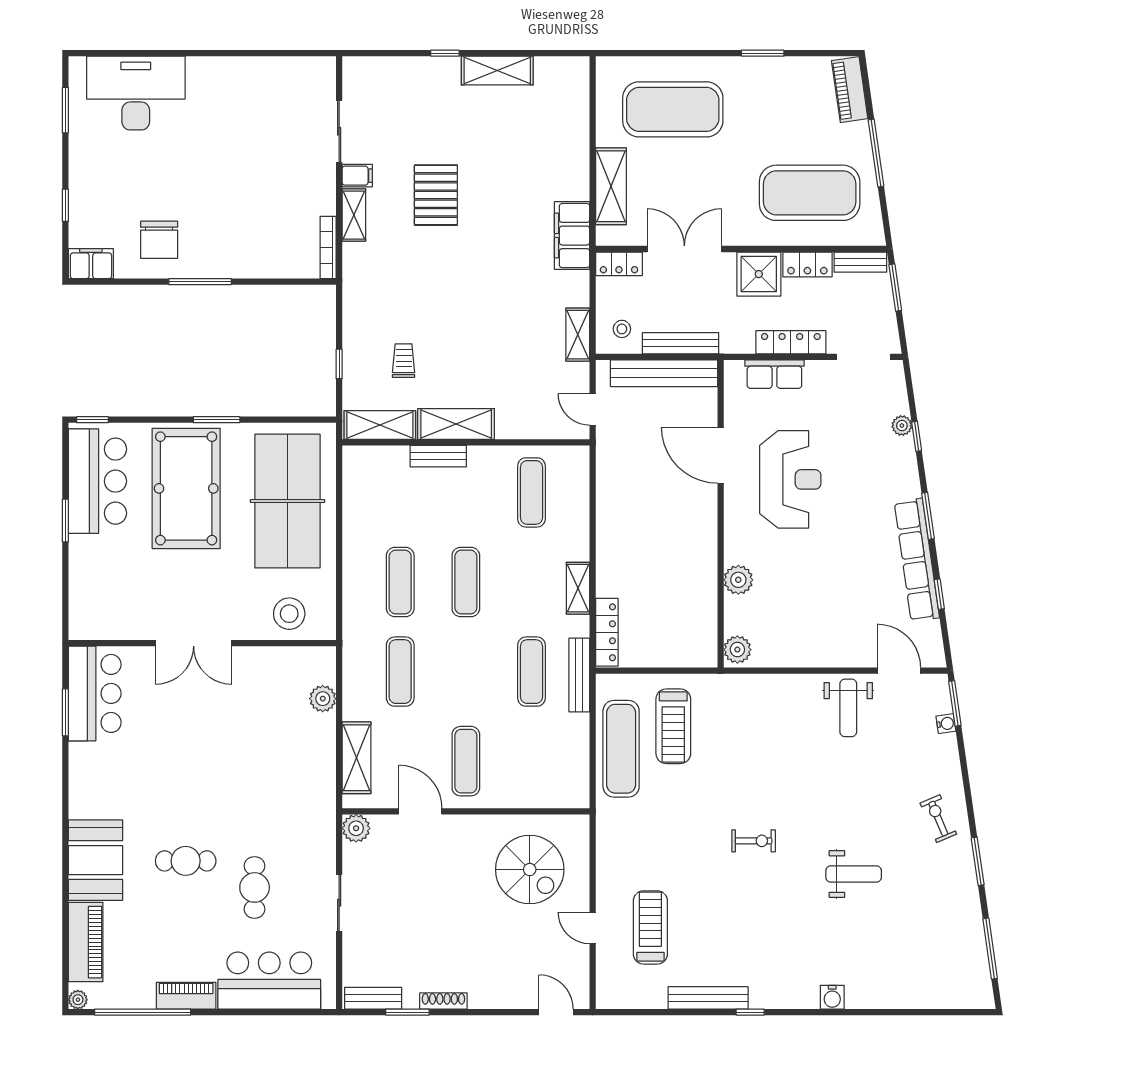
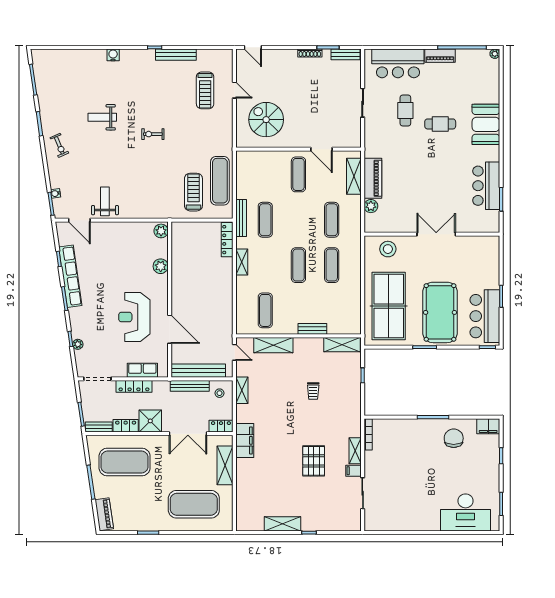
trolley: (404, 361) -> (313, 391), moved
shelving: (456, 424) -> (273, 345), moved
bar counter: (95, 693) -> (486, 186), moved
plant: (356, 828) -> (354, 140), removed
piano: (86, 942) -> (373, 178), moved, turned 180

